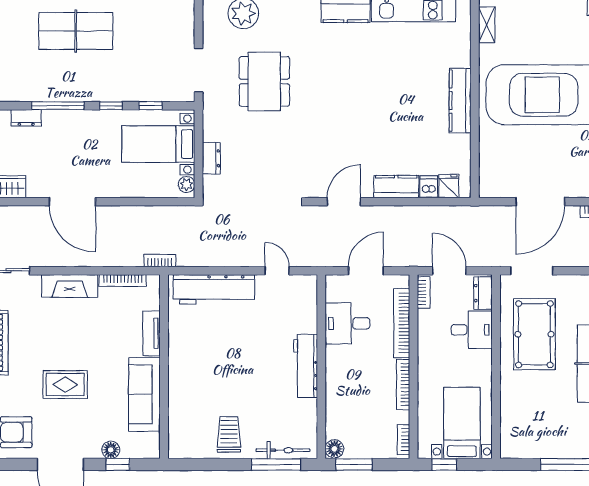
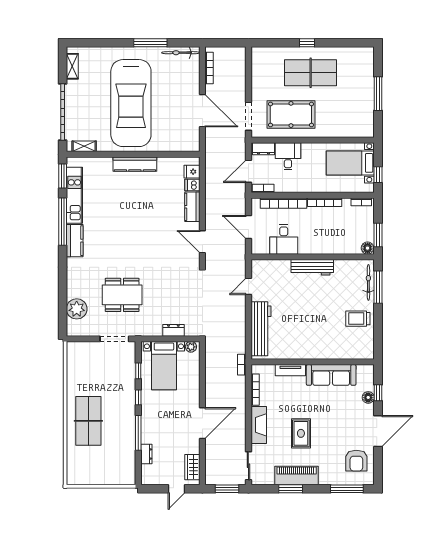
rug: (65, 385) -> (301, 433), moved

